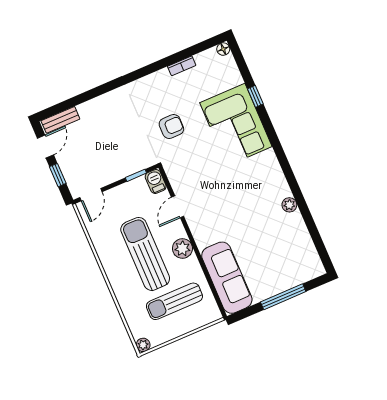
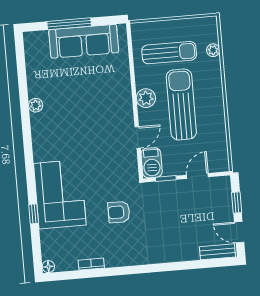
door: (45, 147) -> (239, 232), hinge flipped
barbecue: (156, 181) -> (152, 163), width x1.38, depth x1.27
door: (91, 195) -> (197, 176), moved
sun lounger: (145, 254) -> (181, 104), turned 180
sofa: (227, 278) -> (84, 41), moved, turned -90
plant: (143, 345) -> (213, 50), moved

